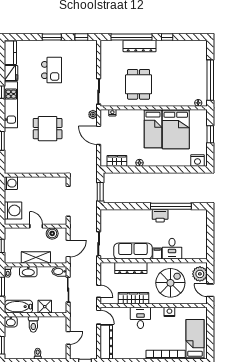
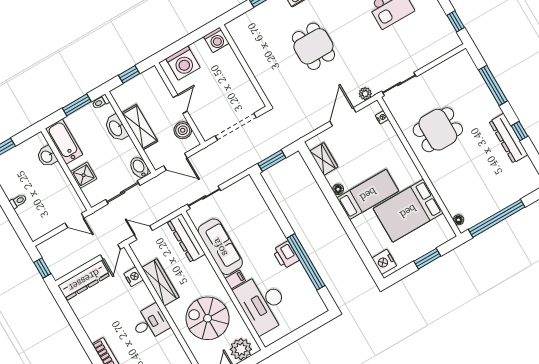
window: (131, 37) -> (493, 85), width x0.68
dresser: (140, 46) -> (508, 138), moved
bed: (153, 129) -> (368, 194), moved, turned 180
desk: (172, 249) -> (263, 303), width x1.87, depth x1.30
dresser: (131, 268) -> (186, 238), moved
spiral stairs: (170, 283) -> (208, 318), turned 180
door: (99, 291) -> (143, 233), swing flipped
nightstand: (169, 312) -> (134, 277), moved
desk: (140, 318) -> (150, 323), moved
washbasin: (11, 322) -> (47, 156), moved
toilet: (33, 324) -> (52, 174), removed
door: (68, 338) -> (74, 221), moved

